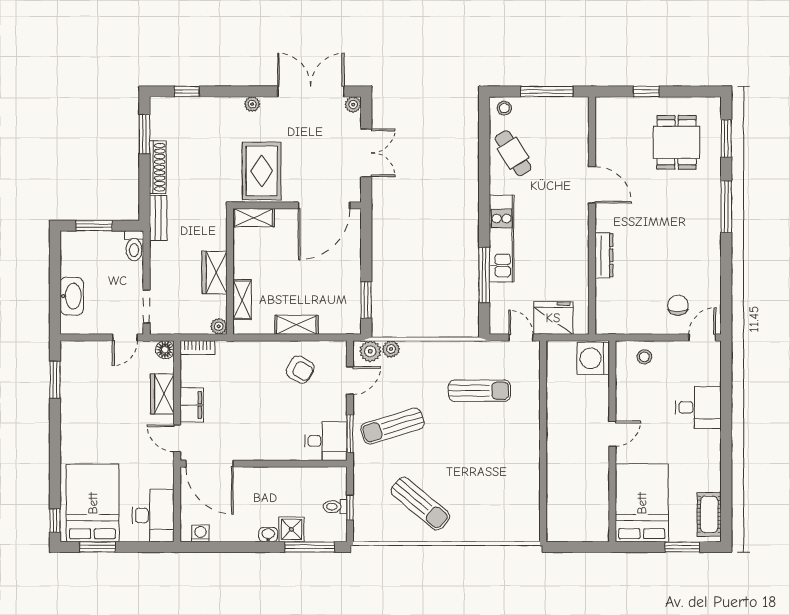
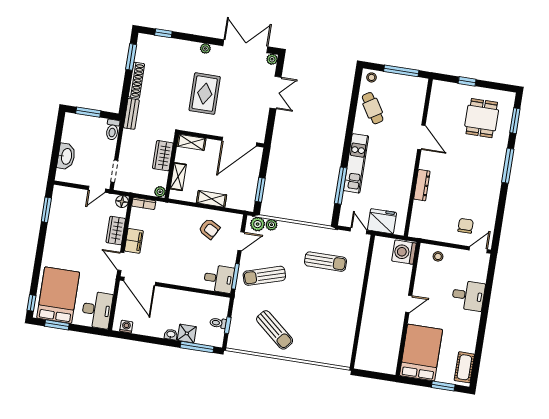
wall: (297, 205) -> (221, 139), moved
door: (324, 205) -> (239, 142), moved
shelving: (253, 218) -> (191, 142), moved

